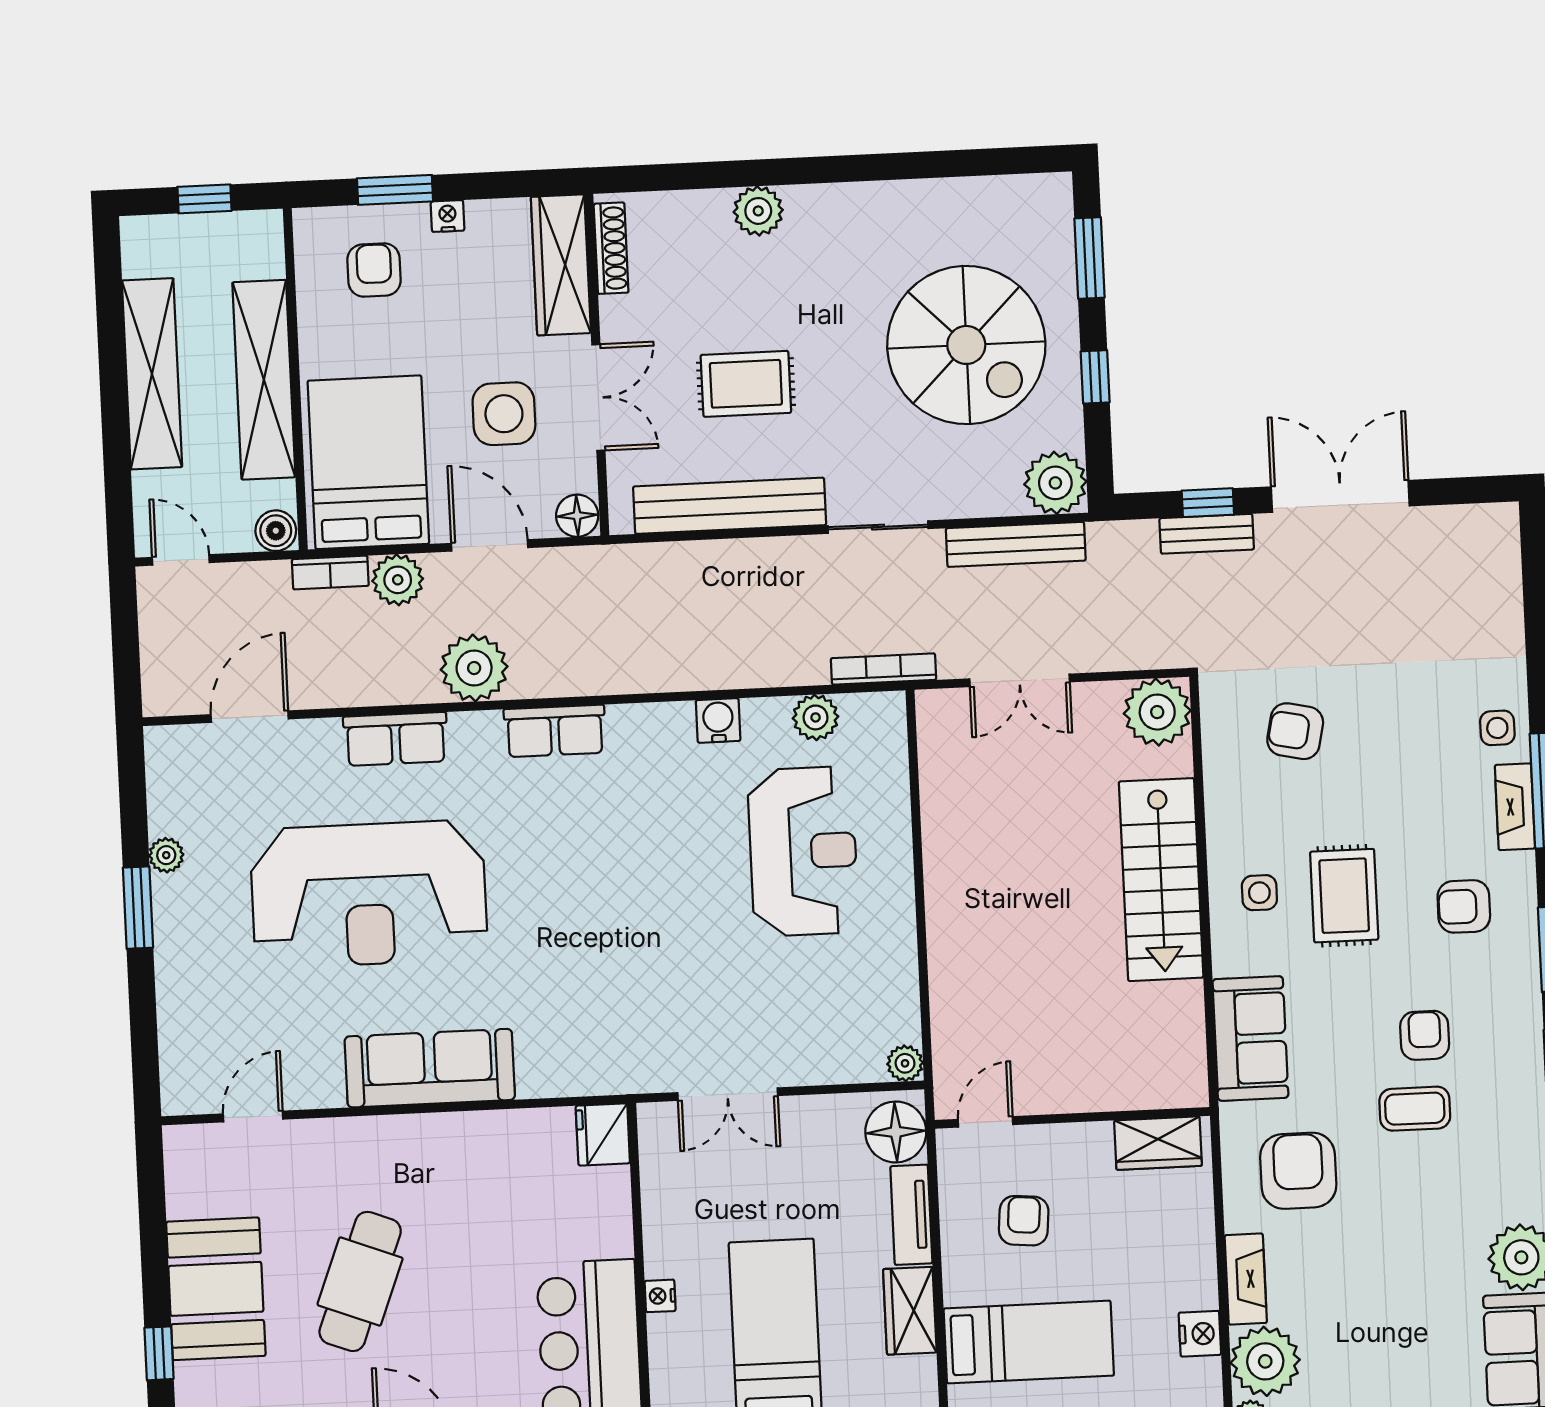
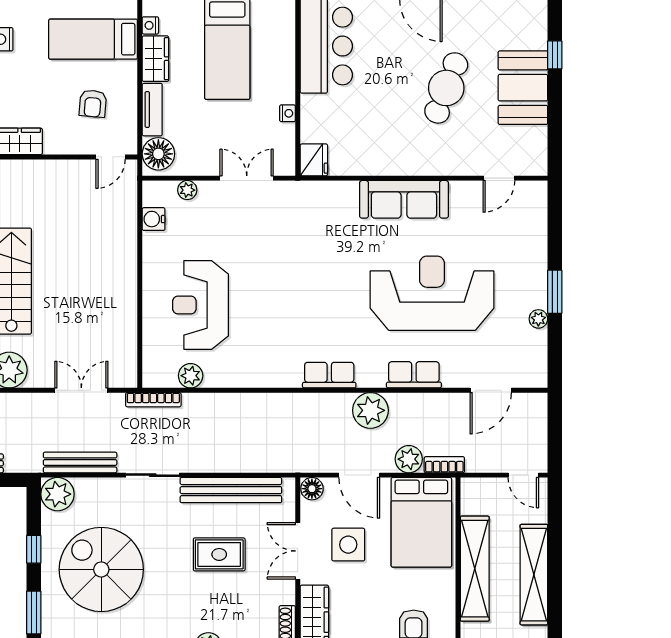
boiler: (276, 531) -> (472, 488), removed
water cooler: (718, 720) -> (154, 219), moved, turned 90
plant: (905, 1063) -> (187, 190), moved
nightstand: (660, 1296) -> (288, 113), moved
nightstand: (922, 1373) -> (150, 25), added

